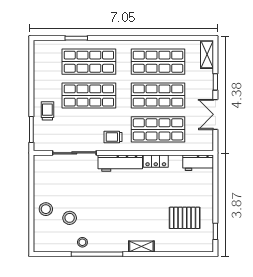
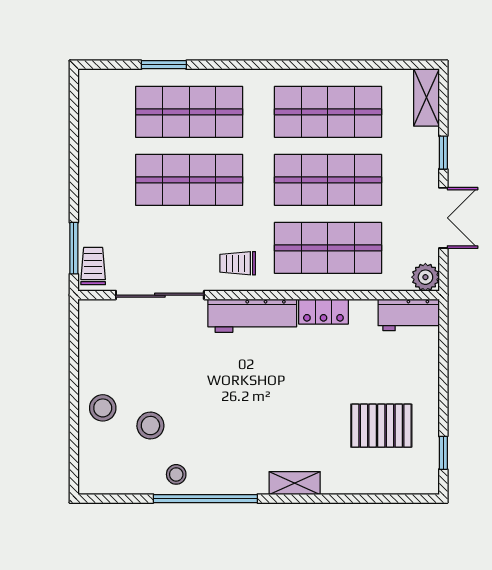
trolley: (47, 111) -> (93, 266), moved
double door: (215, 114) -> (443, 218), swing flipped
plant: (207, 144) -> (425, 277), added

